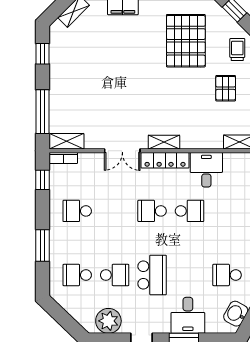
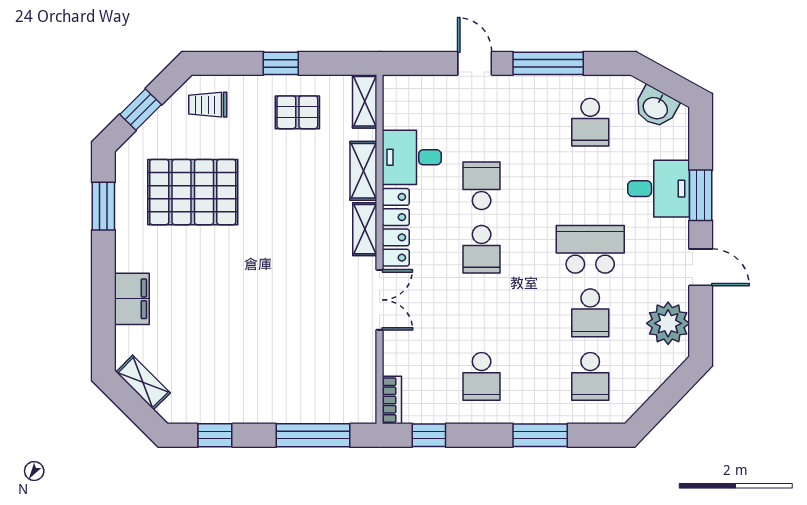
pallet: (226, 88) -> (297, 112), moved
shelving: (66, 141) -> (363, 171), moved
school desk: (115, 275) -> (590, 313), turned 180

